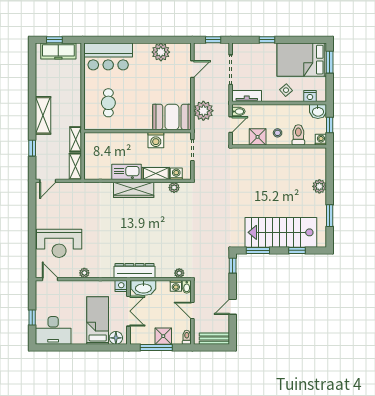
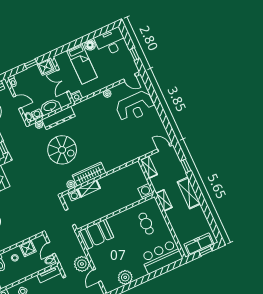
plant: (203, 111) -> (82, 264), moved
shelving: (76, 139) -> (164, 200), moved
washing machine: (156, 140) -> (146, 191), moved
kitchen sink: (126, 172) -> (110, 180), removed
door: (48, 181) -> (164, 148), hinge flipped
wardrobe: (134, 190) -> (89, 174), moved
spiral stairs: (166, 232) -> (62, 150), added
reception desk: (59, 243) -> (135, 106), turned 180
dresser: (135, 271) -> (59, 118), moved
washbasin: (143, 288) -> (50, 107), moved
window: (32, 318) -> (134, 54), moved
shower: (163, 336) -> (46, 67), moved
floor lamp: (116, 338) -> (90, 45), moved
window: (156, 348) -> (31, 64), width x0.46

